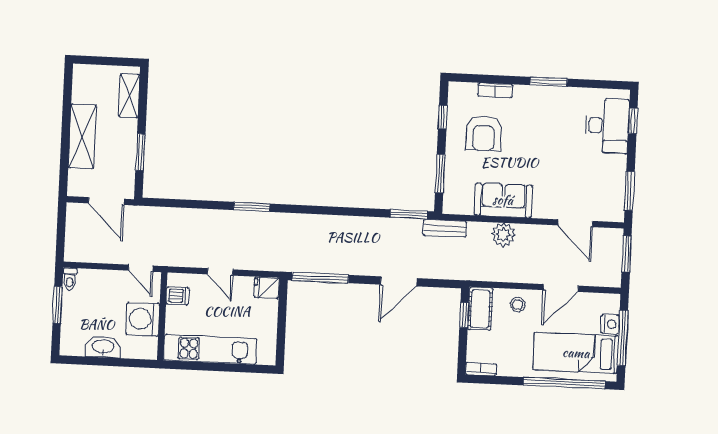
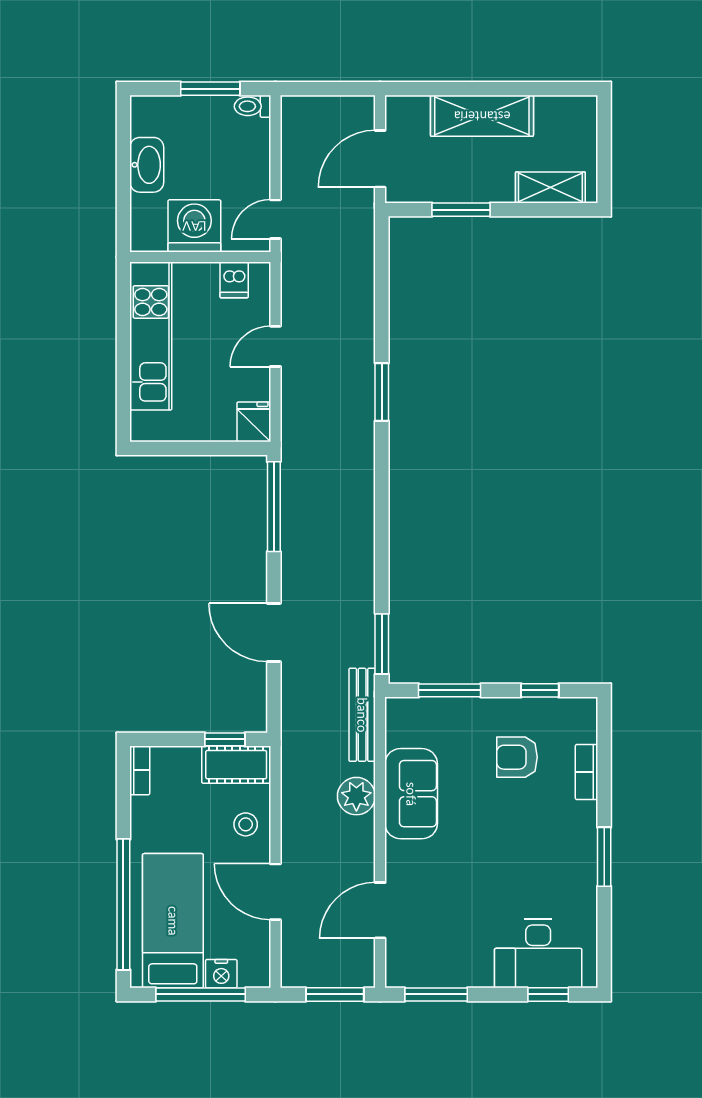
armchair: (484, 133) -> (517, 757), width x0.72, depth x0.72
bench: (445, 228) -> (362, 715), width x1.36

